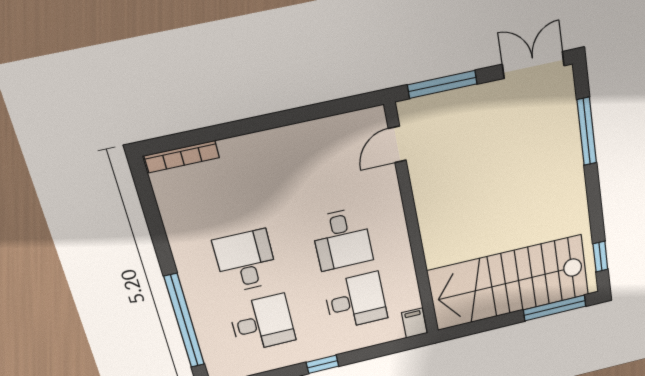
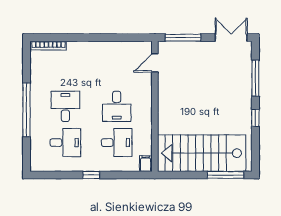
window: (600, 257) -> (255, 118), moved
window: (184, 321) -> (27, 110), moved

